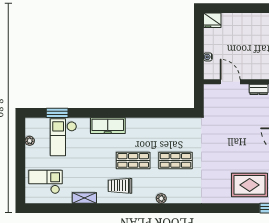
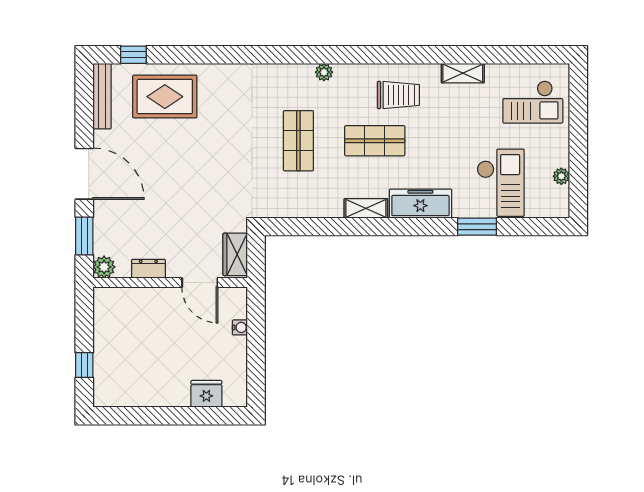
fridge: (212, 20) -> (206, 394), moved
wardrobe: (210, 97) -> (235, 254), added
window: (57, 113) -> (477, 227), moved
shelving: (138, 123) -> (366, 208), added
shop shelf: (175, 160) -> (298, 141), turned 90

